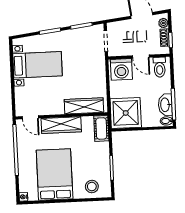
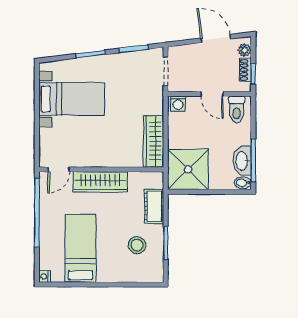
washing machine: (121, 69) -> (178, 104), width x0.53, depth x0.53
wardrobe: (84, 106) -> (153, 141), moved, turned -90
door: (30, 117) -> (59, 169), hinge flipped
cot: (101, 128) -> (154, 206), moved
bed: (55, 174) -> (80, 248), width x0.67
stool: (92, 187) -> (137, 245), moved

